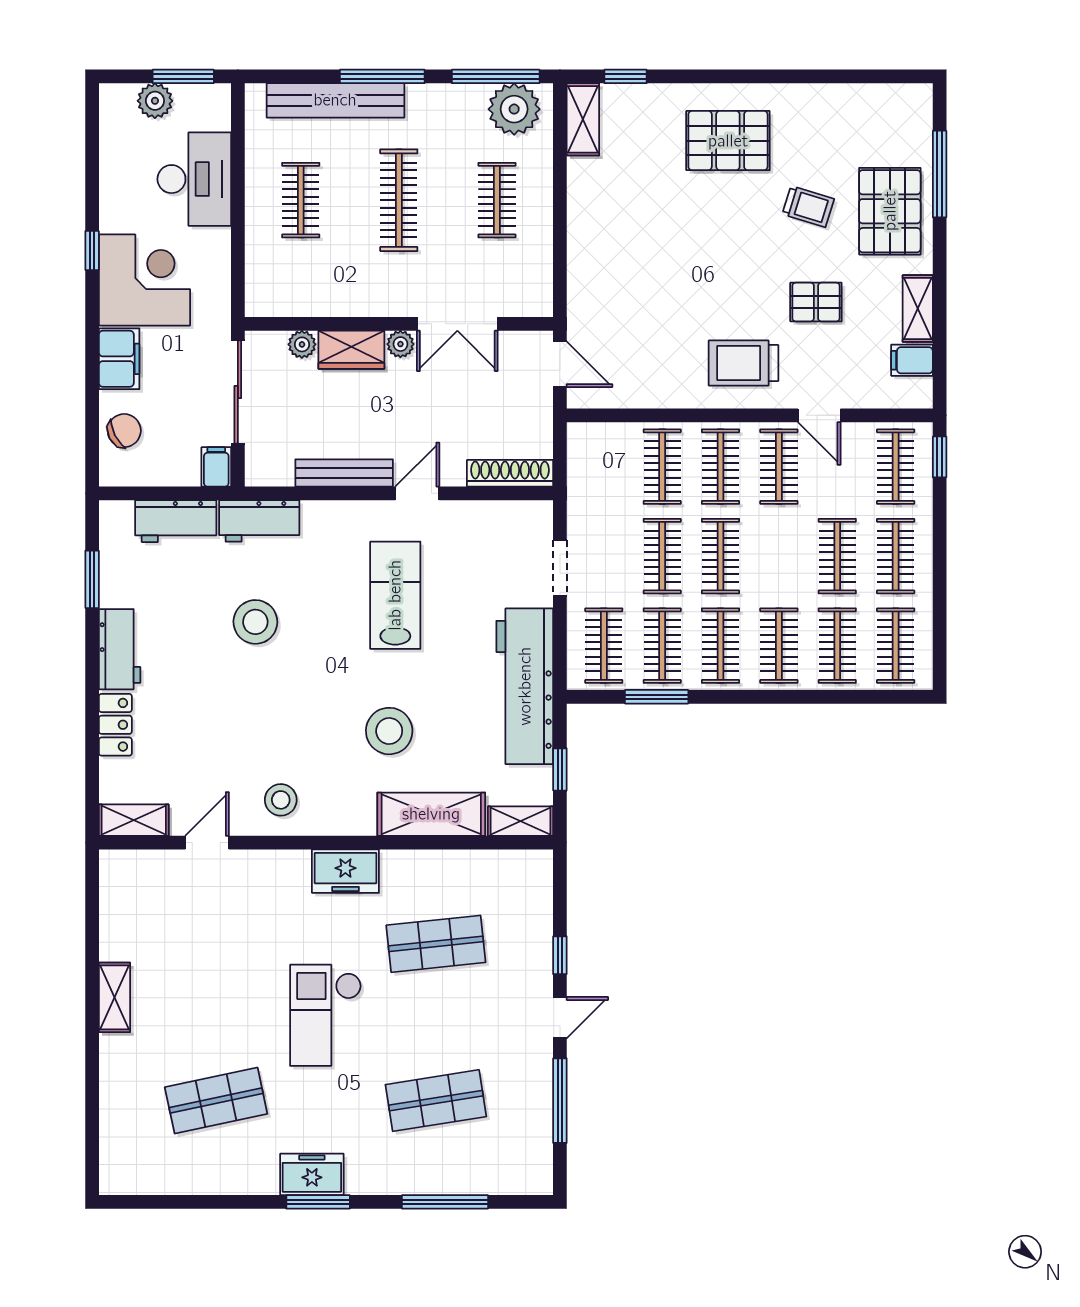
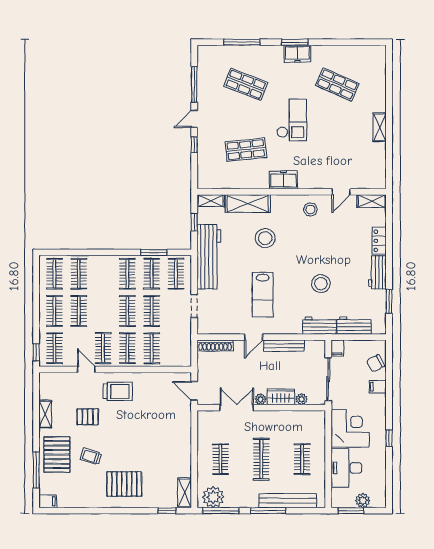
corner desk: (144, 280) -> (350, 428), moved, turned 180
filing cabinet: (119, 359) -> (378, 387), width x0.50
filing cabinet: (912, 360) -> (48, 501), moved
clothes rail: (779, 646) -> (103, 274), removed
shop shelf: (216, 1101) -> (337, 84), turned 36
shop shelf: (436, 1101) -> (246, 84), turned 30

